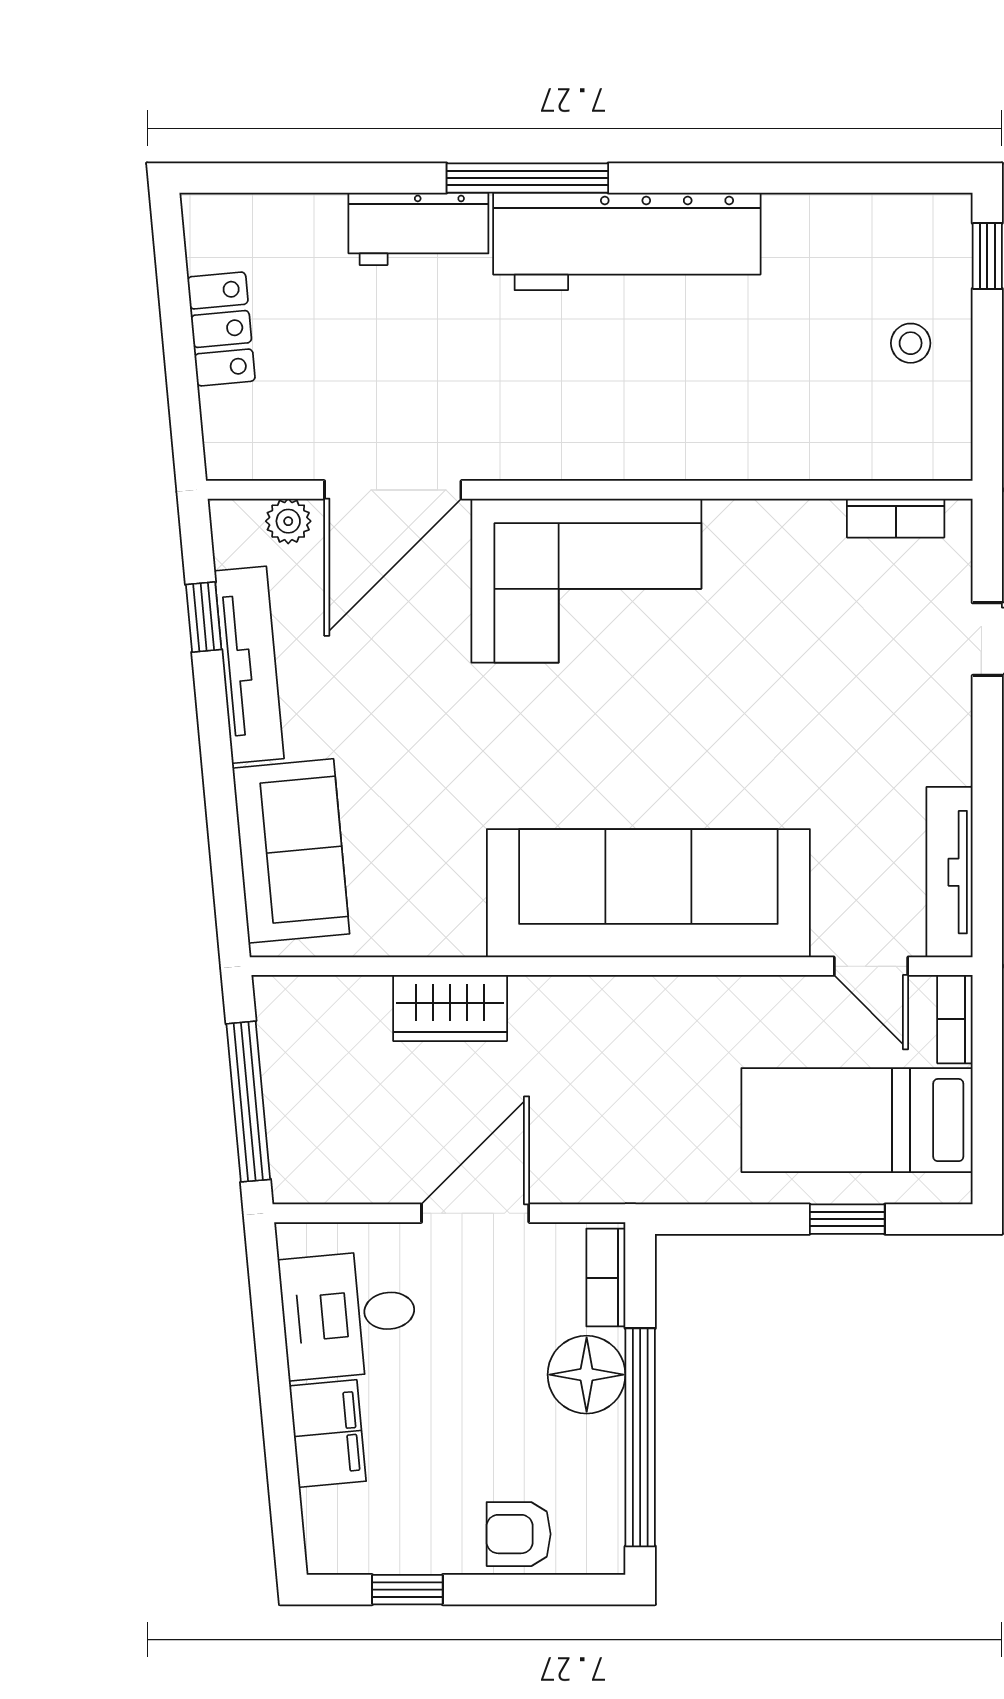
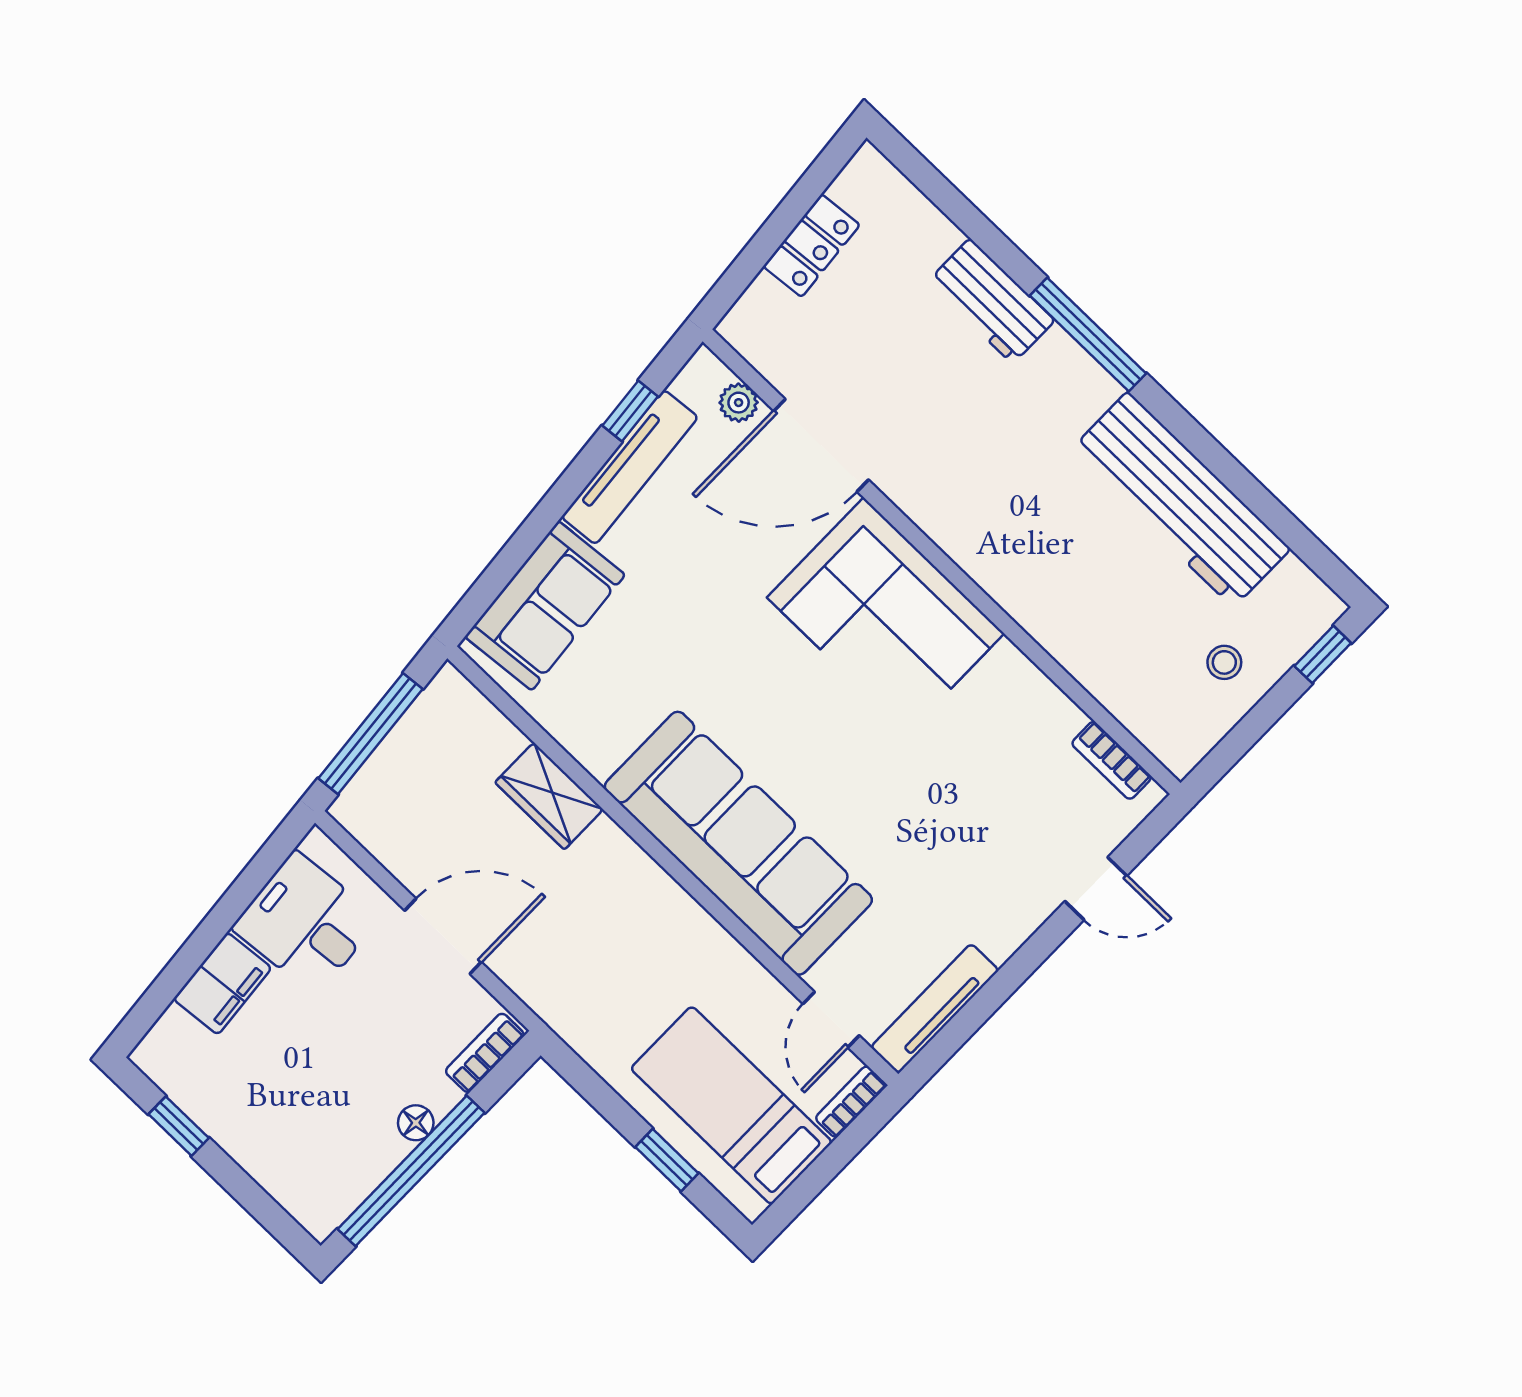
workbench: (627, 241) -> (1181, 499), moved
floor lamp: (587, 1375) -> (416, 1123), width x0.53, depth x0.53
armchair: (519, 1534) -> (280, 1158), removed

